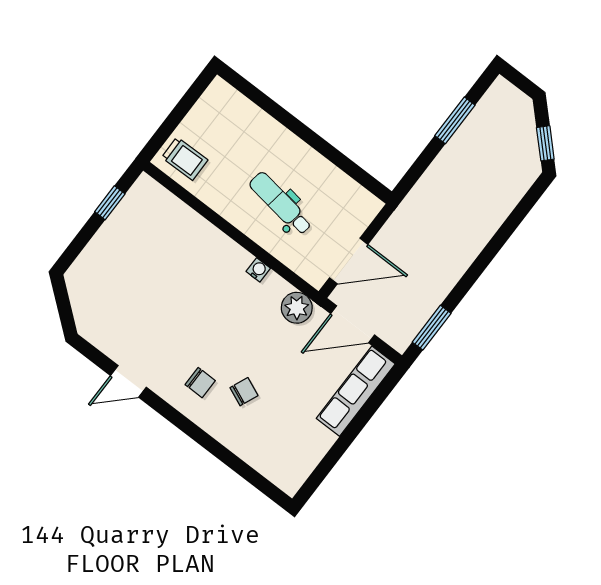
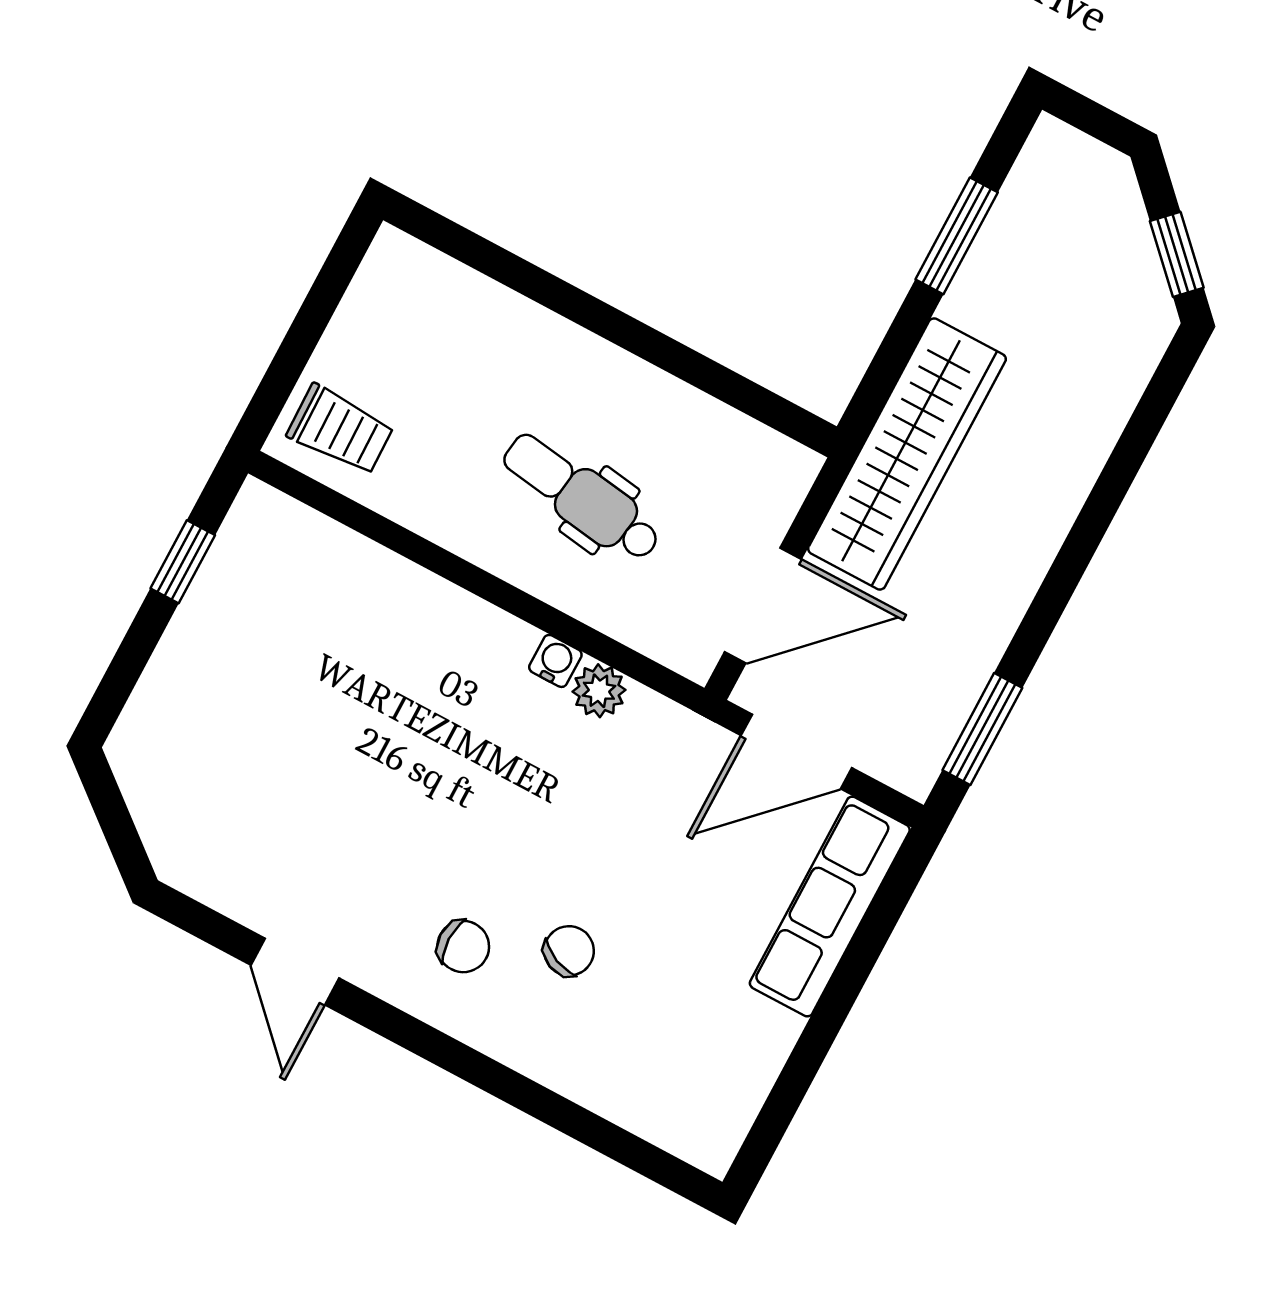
wardrobe: (419, 208) -> (907, 454), added
plant: (297, 308) -> (599, 691), moved, width x0.73, depth x0.73
door: (128, 381) -> (295, 972), hinge flipped

